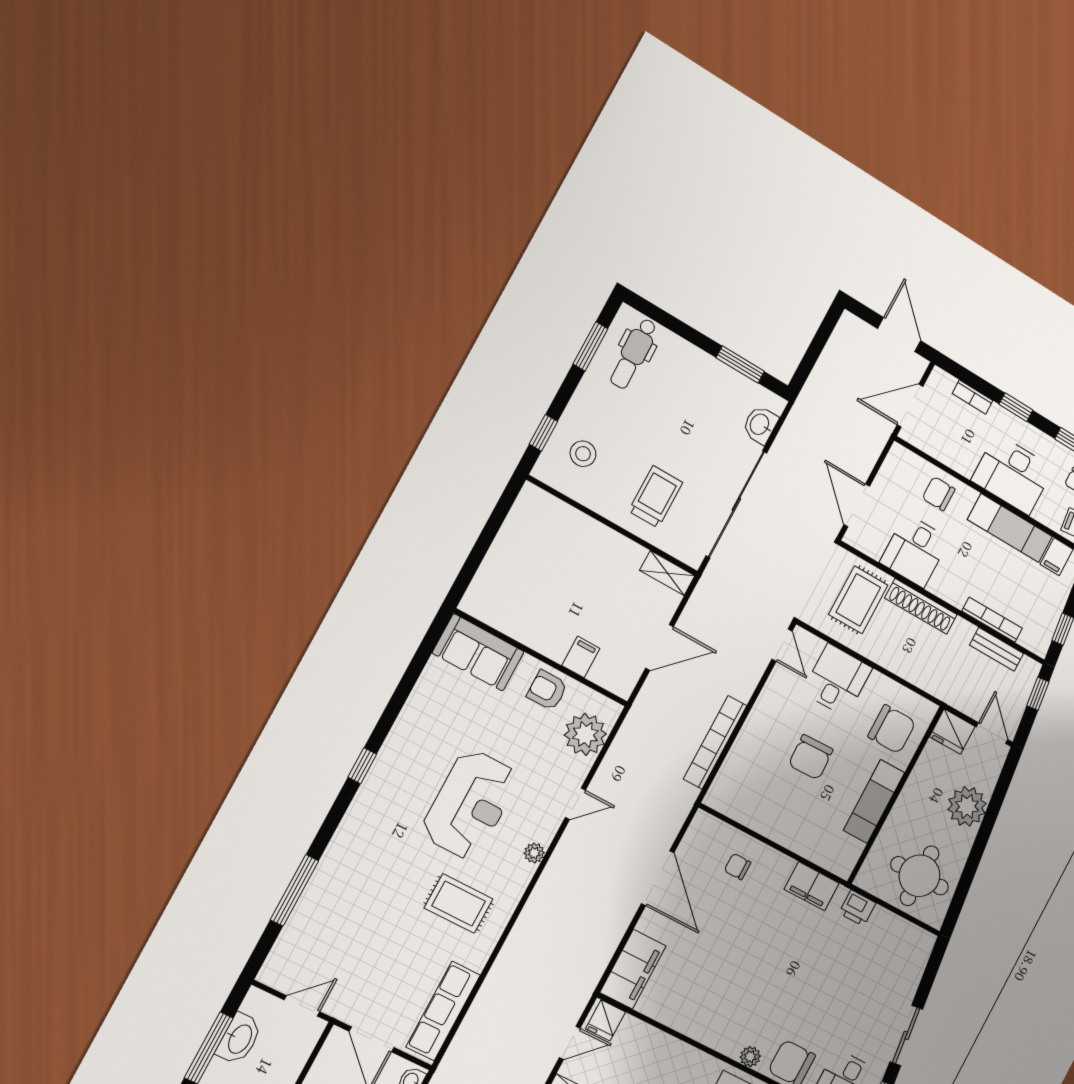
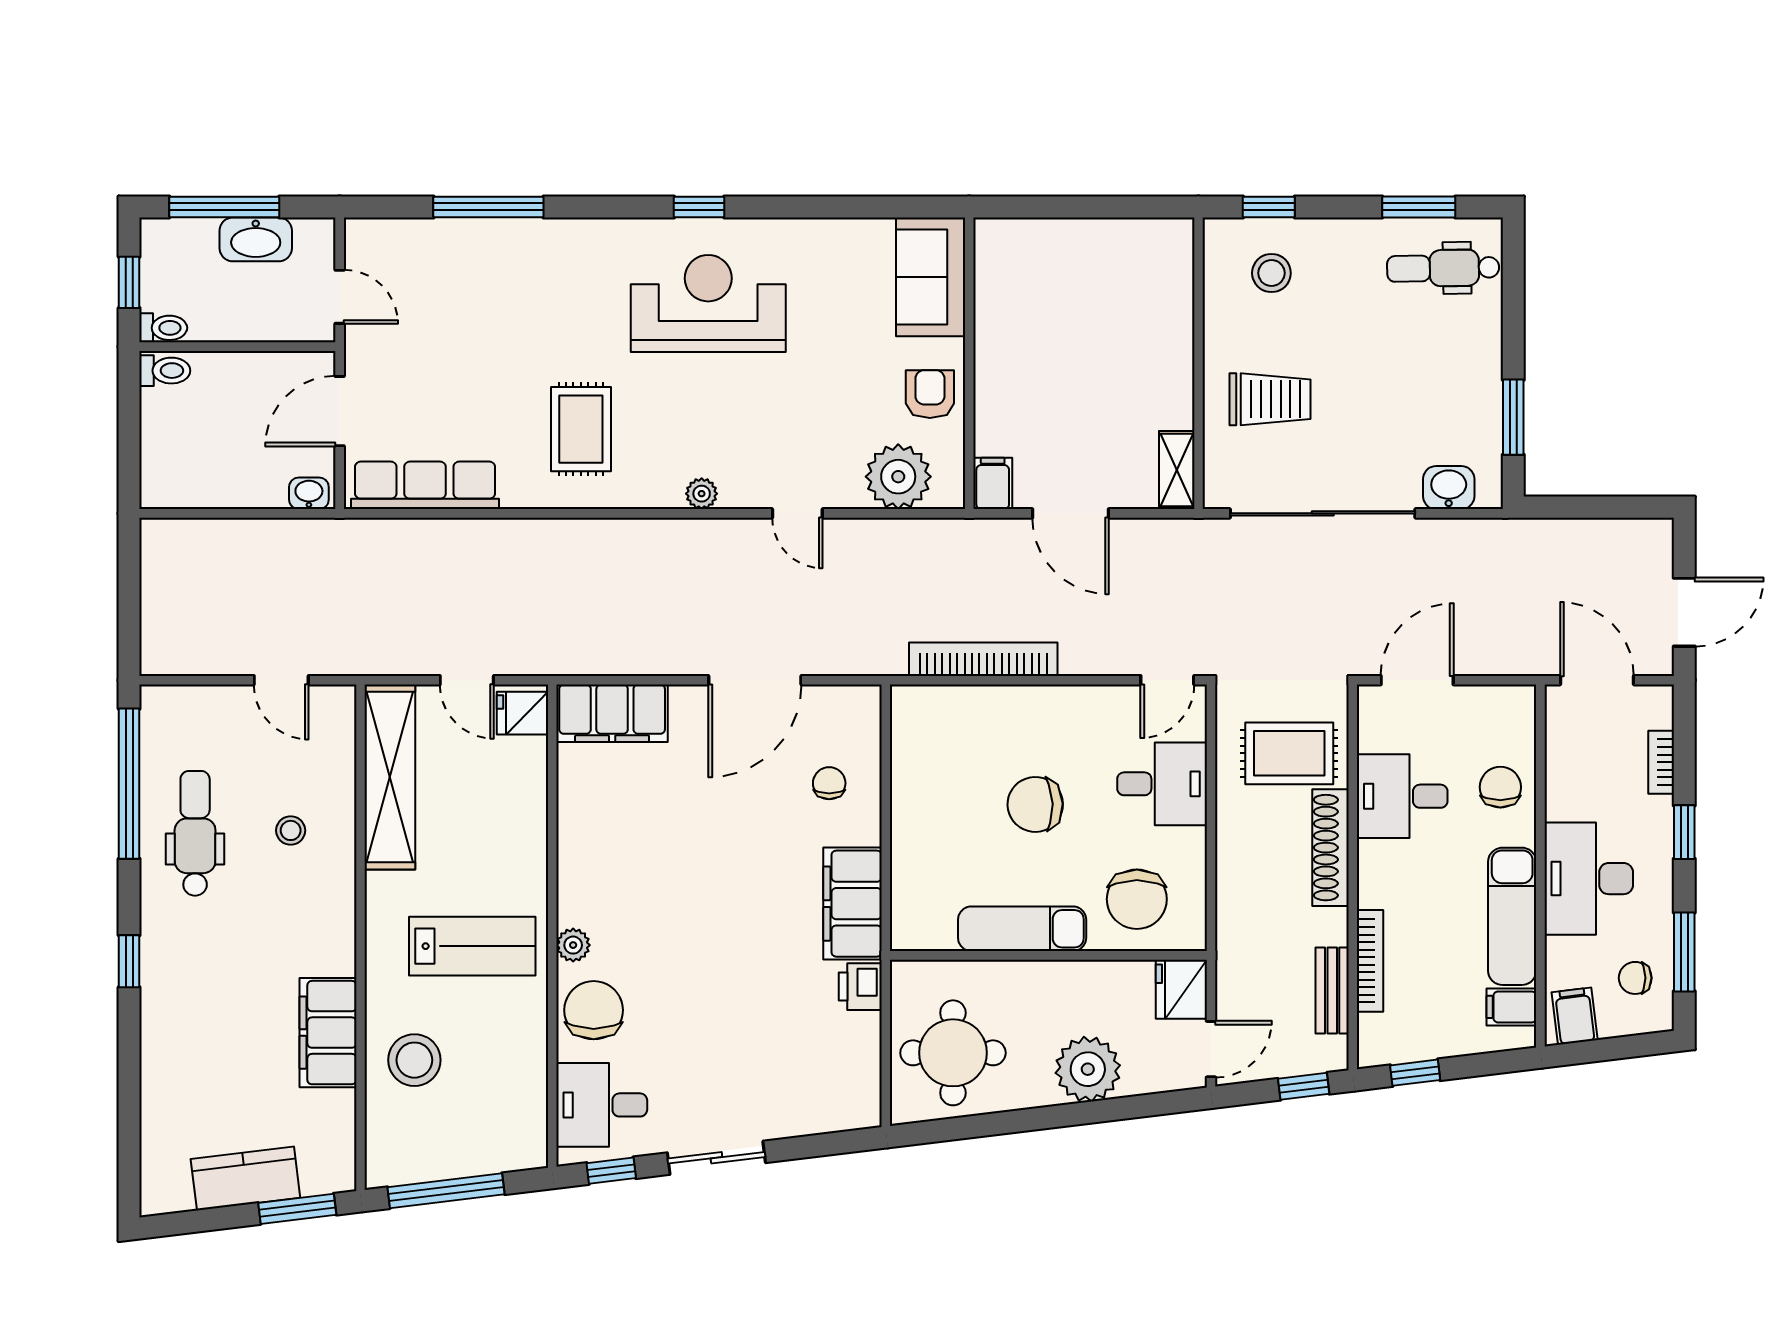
filing cabinet: (581, 657) -> (993, 483), moved, turned -90
reception desk: (470, 804) -> (708, 303), moved, turned 180
filing cabinet: (812, 886) -> (853, 904), width x1.50, depth x1.17

